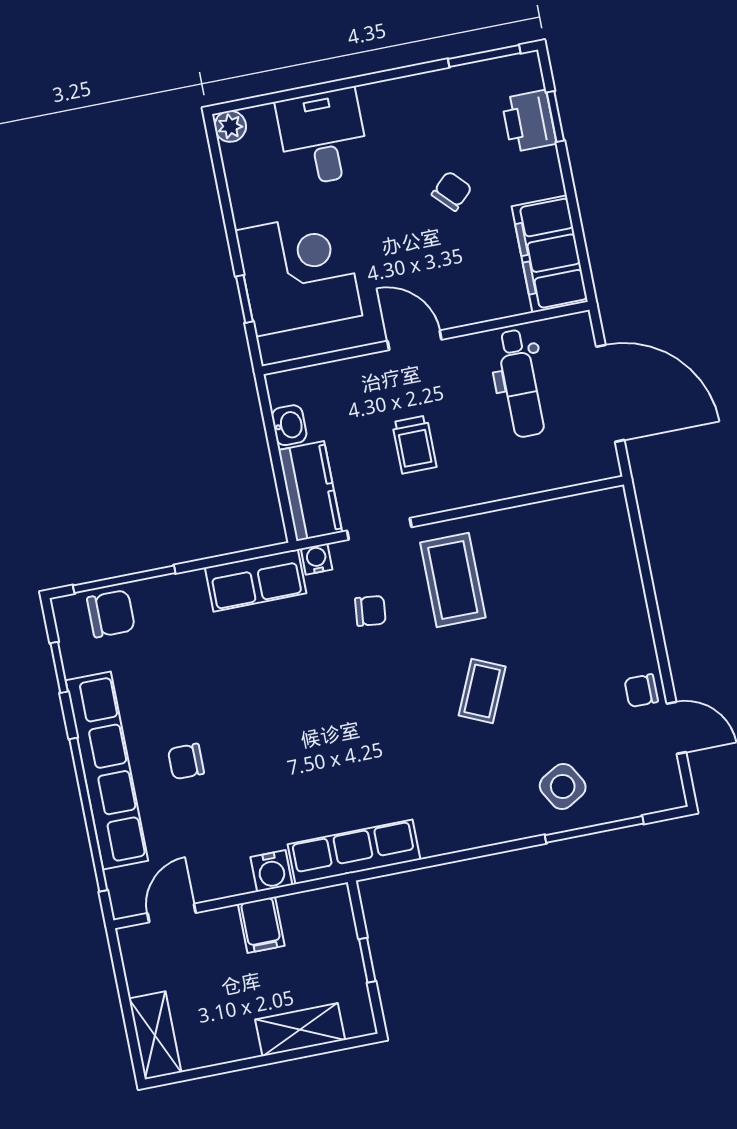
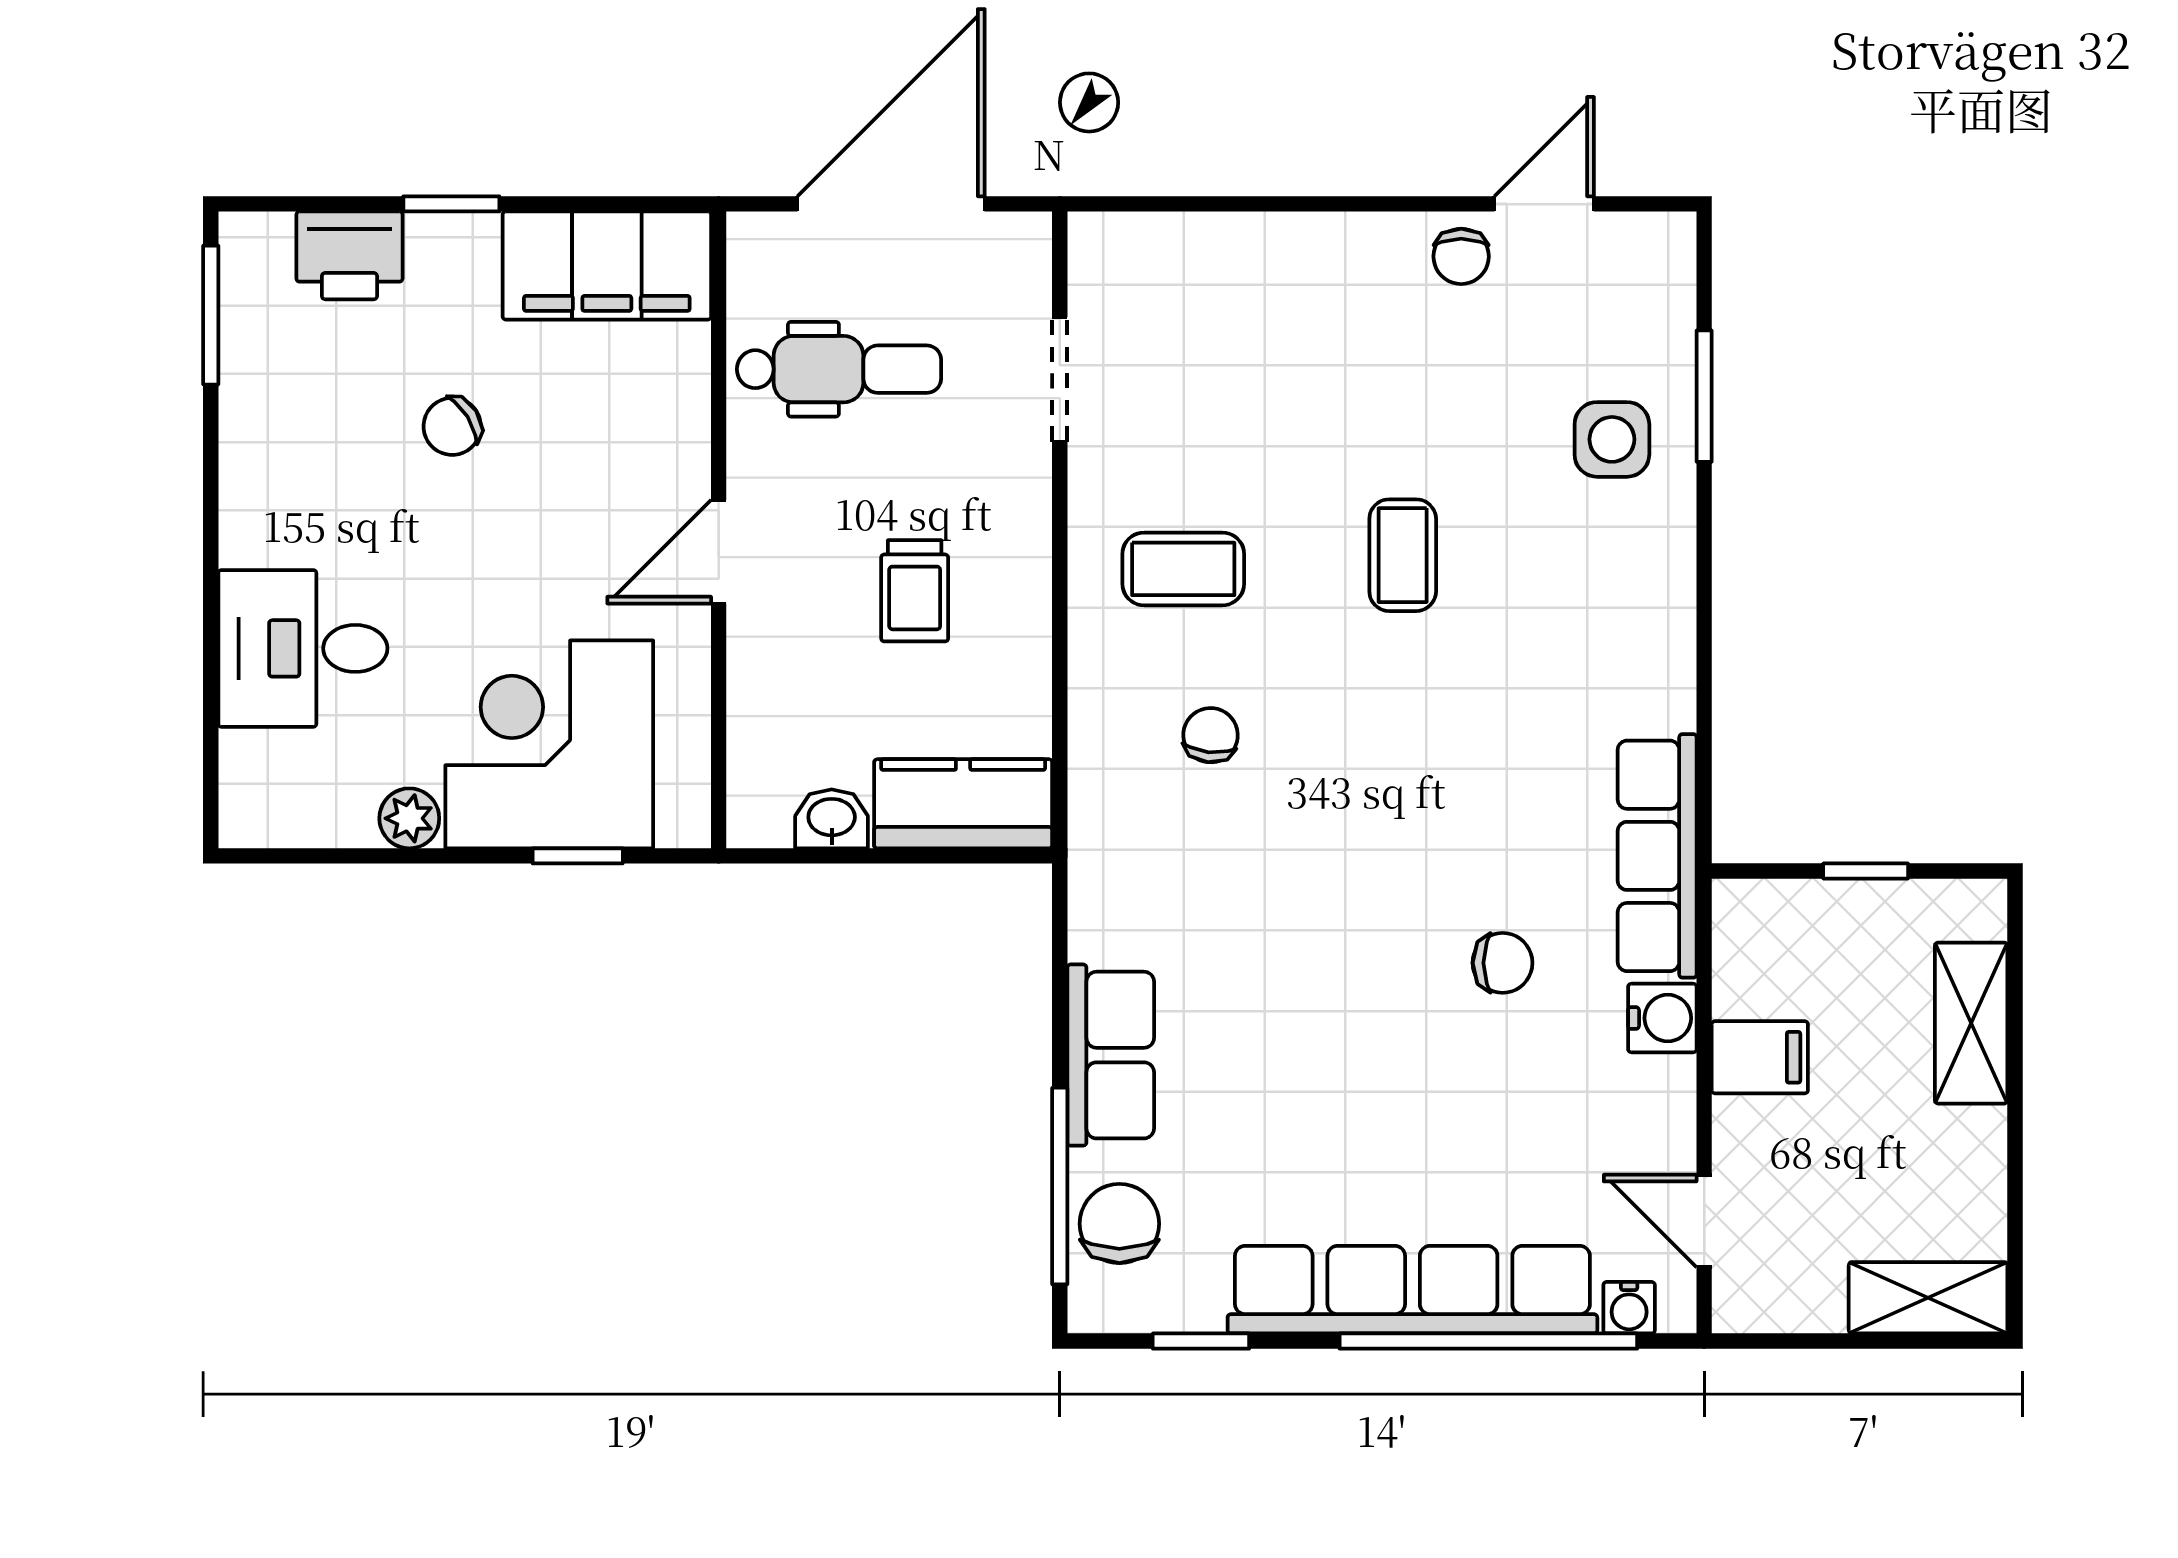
window: (555, 117) -> (451, 204), moved
plant: (230, 126) -> (409, 818), moved
chair: (452, 191) -> (452, 426), turned -78
trolley: (414, 445) -> (915, 591), turned 90
doorway: (379, 529) -> (1060, 379), moved
water cooler: (317, 559) -> (1629, 1308), moved, turned -90
row of seats: (256, 580) -> (1111, 1055), moved
coffee table: (453, 580) -> (1183, 569), width x0.73, depth x0.77
coffee table: (482, 691) -> (1403, 555), turned 66
chair: (186, 761) -> (1503, 963), moved, turned -90
side table: (563, 786) -> (1612, 439), turned 30
window: (594, 829) -> (1704, 396), width x0.69

